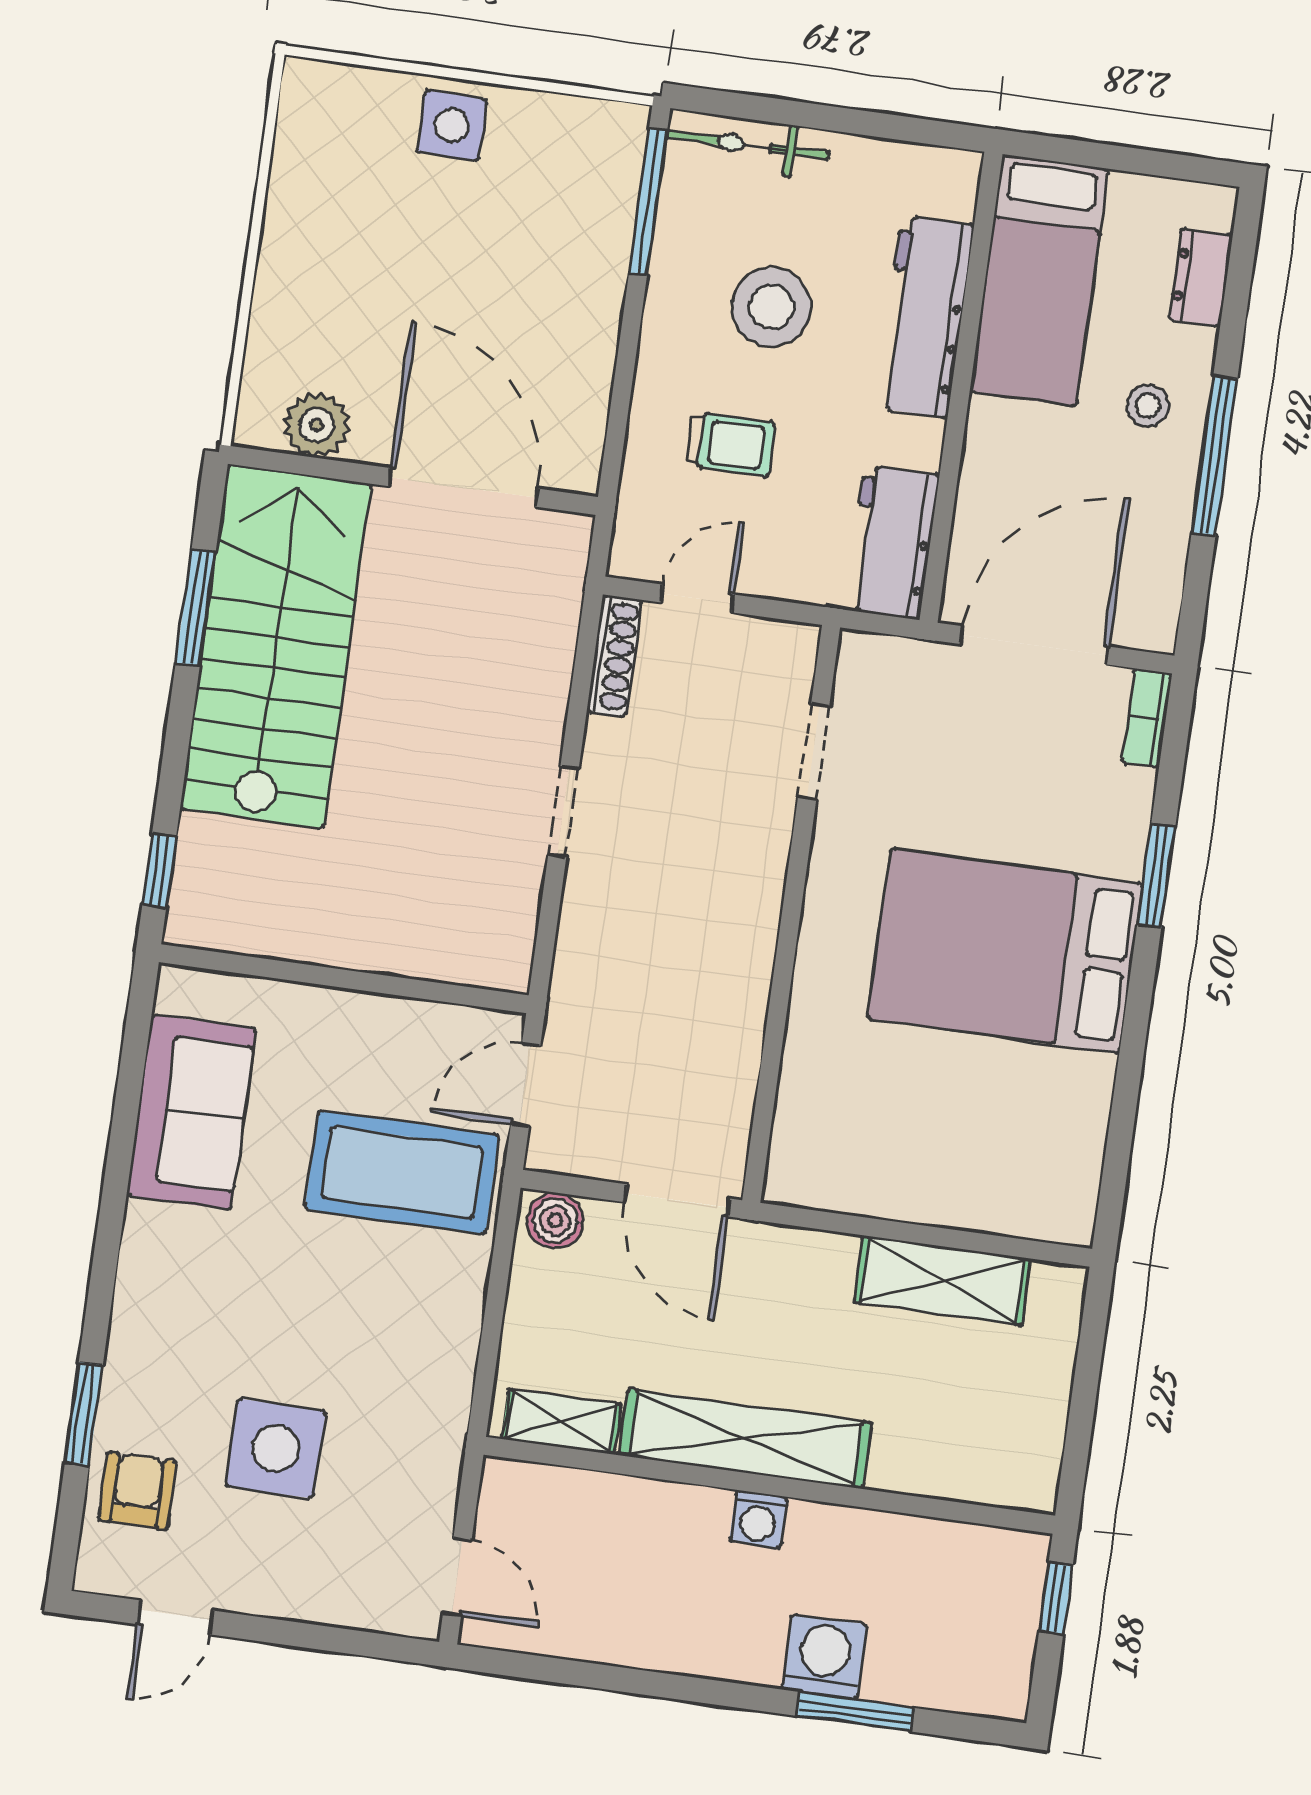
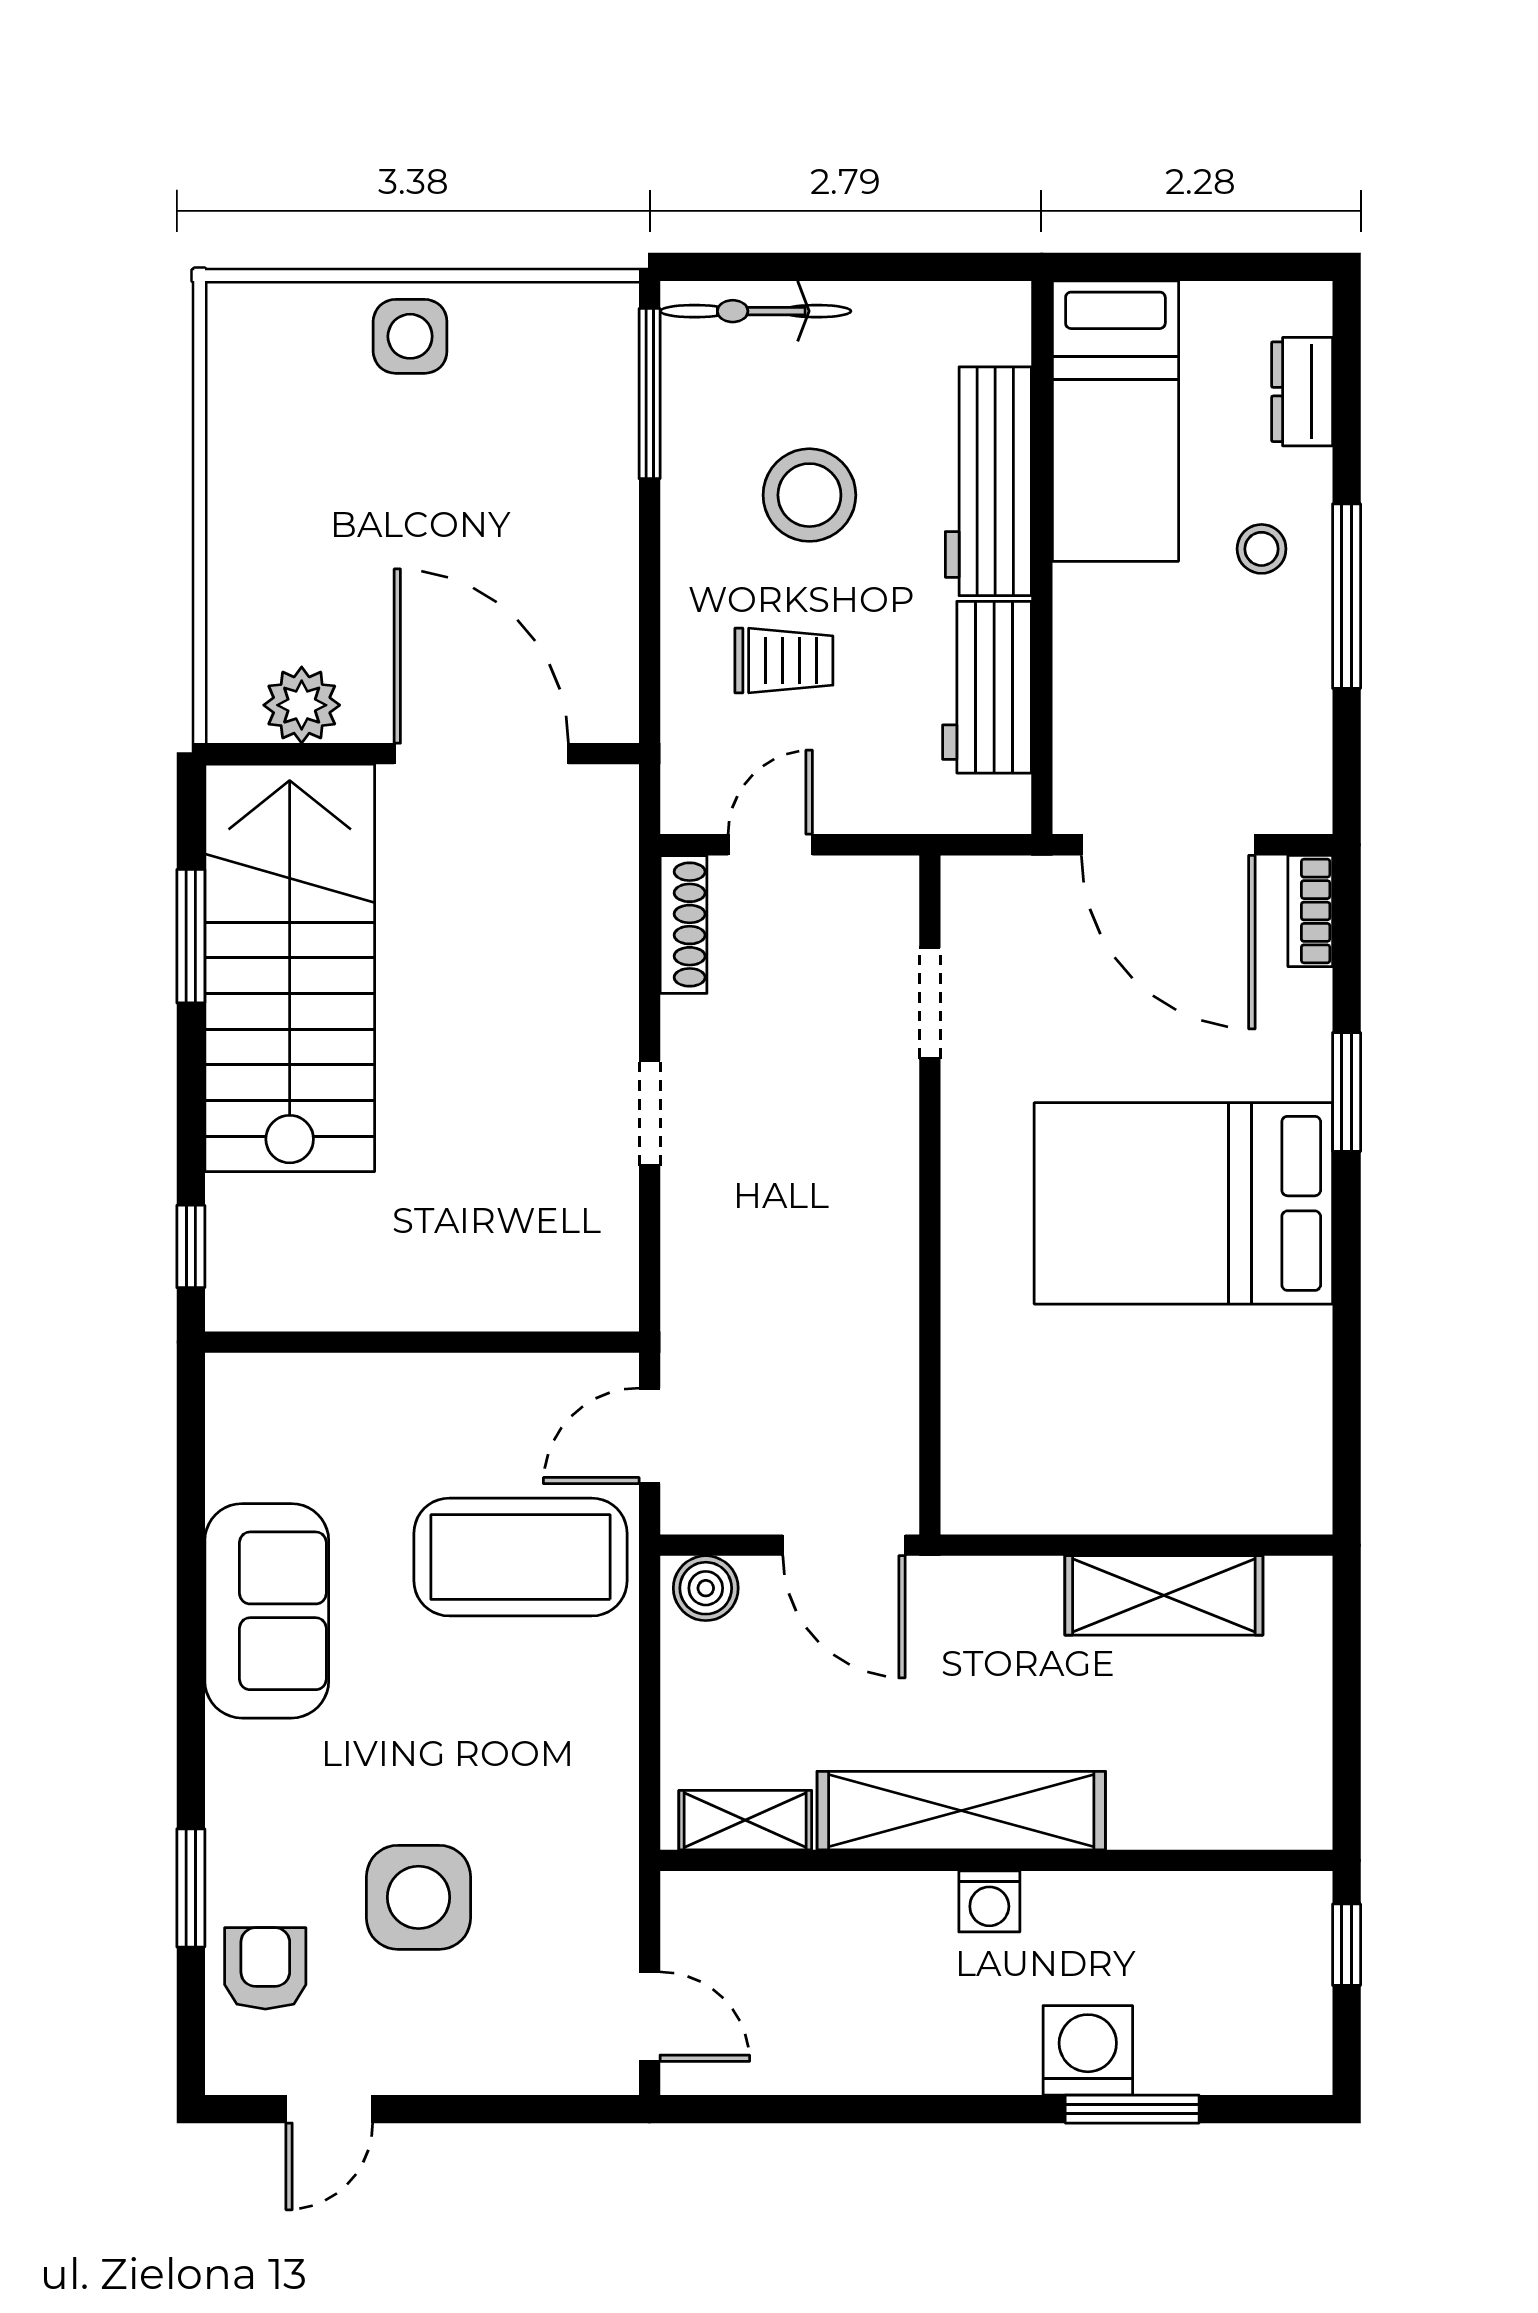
workbench: (892, 542) -> (987, 687), moved
door: (1034, 645) -> (1168, 845), swing flipped
sofa: (191, 1112) -> (267, 1611), moved

